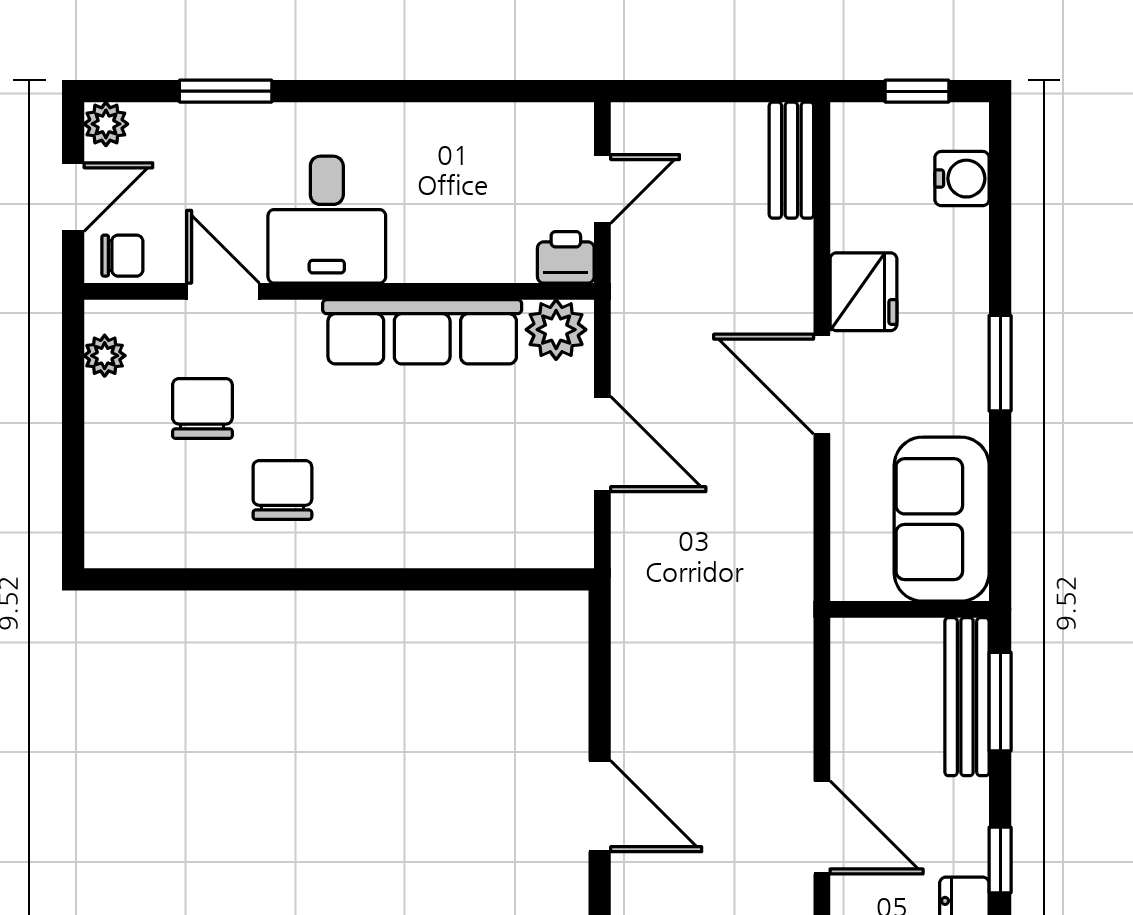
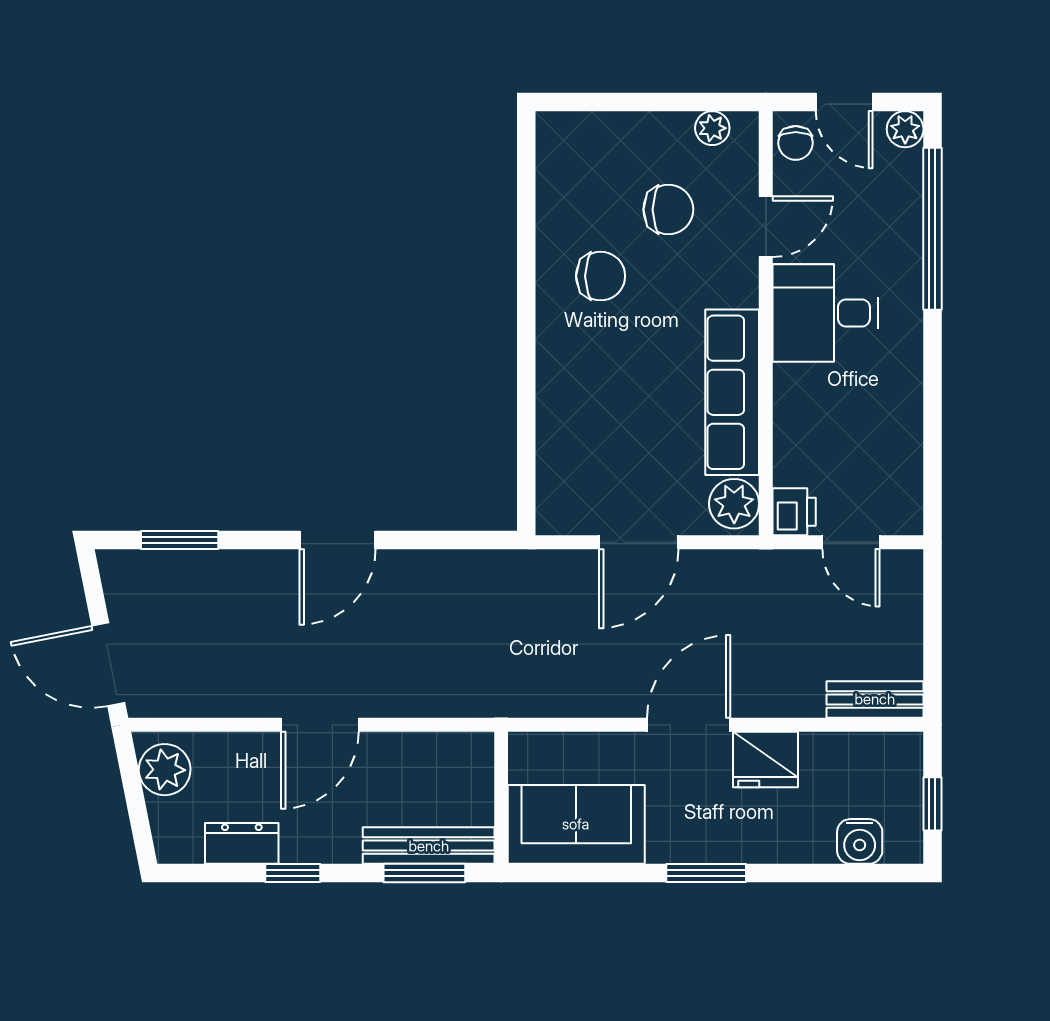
window: (226, 91) -> (932, 229), width x2.11

